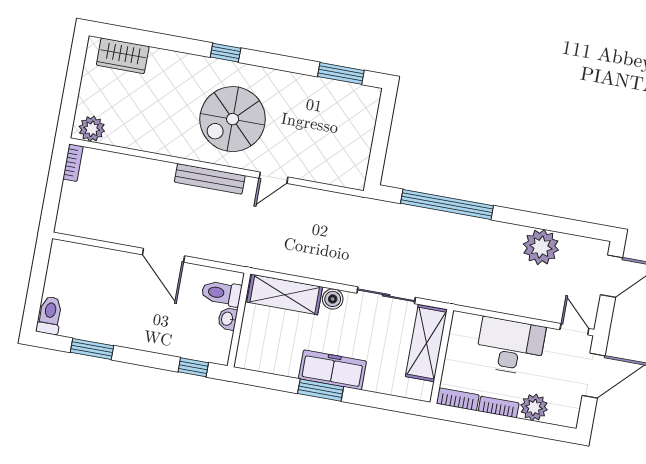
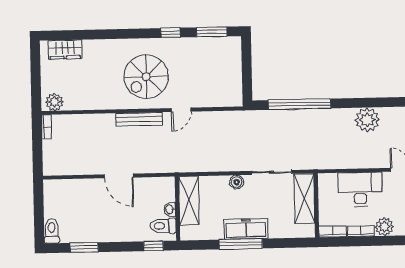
window: (226, 53) -> (170, 33), moved
toilet: (221, 293) -> (163, 226), moved
shelving: (285, 295) -> (189, 200), moved, turned 90
window: (321, 390) -> (241, 244), width x1.44

